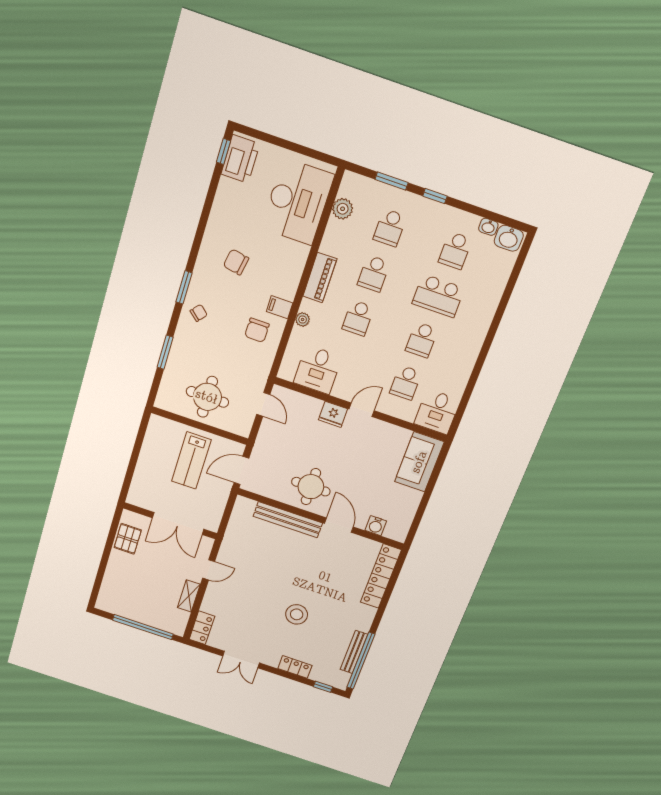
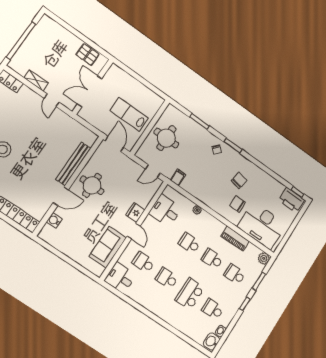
plant: (343, 209) -> (264, 258), moved
piano: (320, 278) -> (235, 239), moved
filing cabinet: (280, 307) -> (178, 177), moved
chair: (257, 330) -> (238, 204), moved
sofa: (419, 462) -> (108, 247), moved, turned -90

